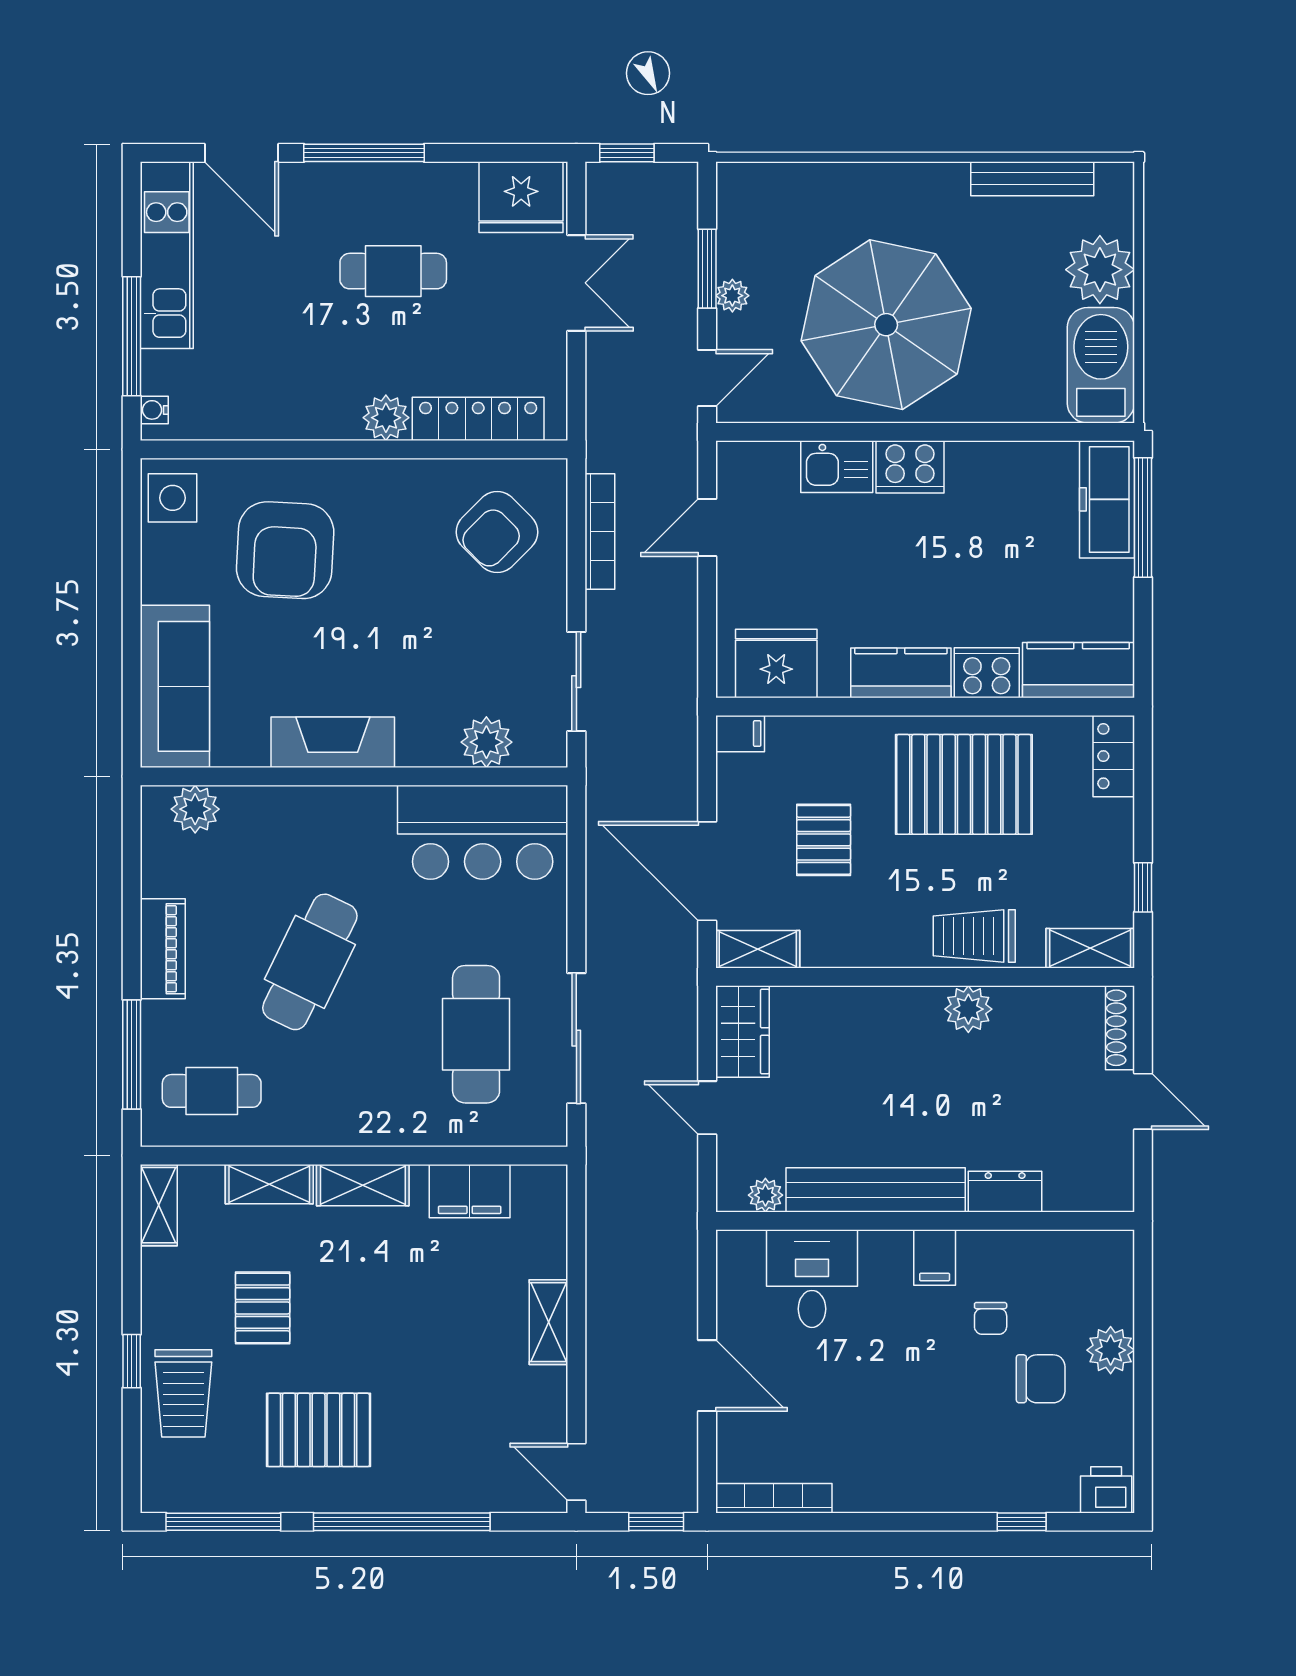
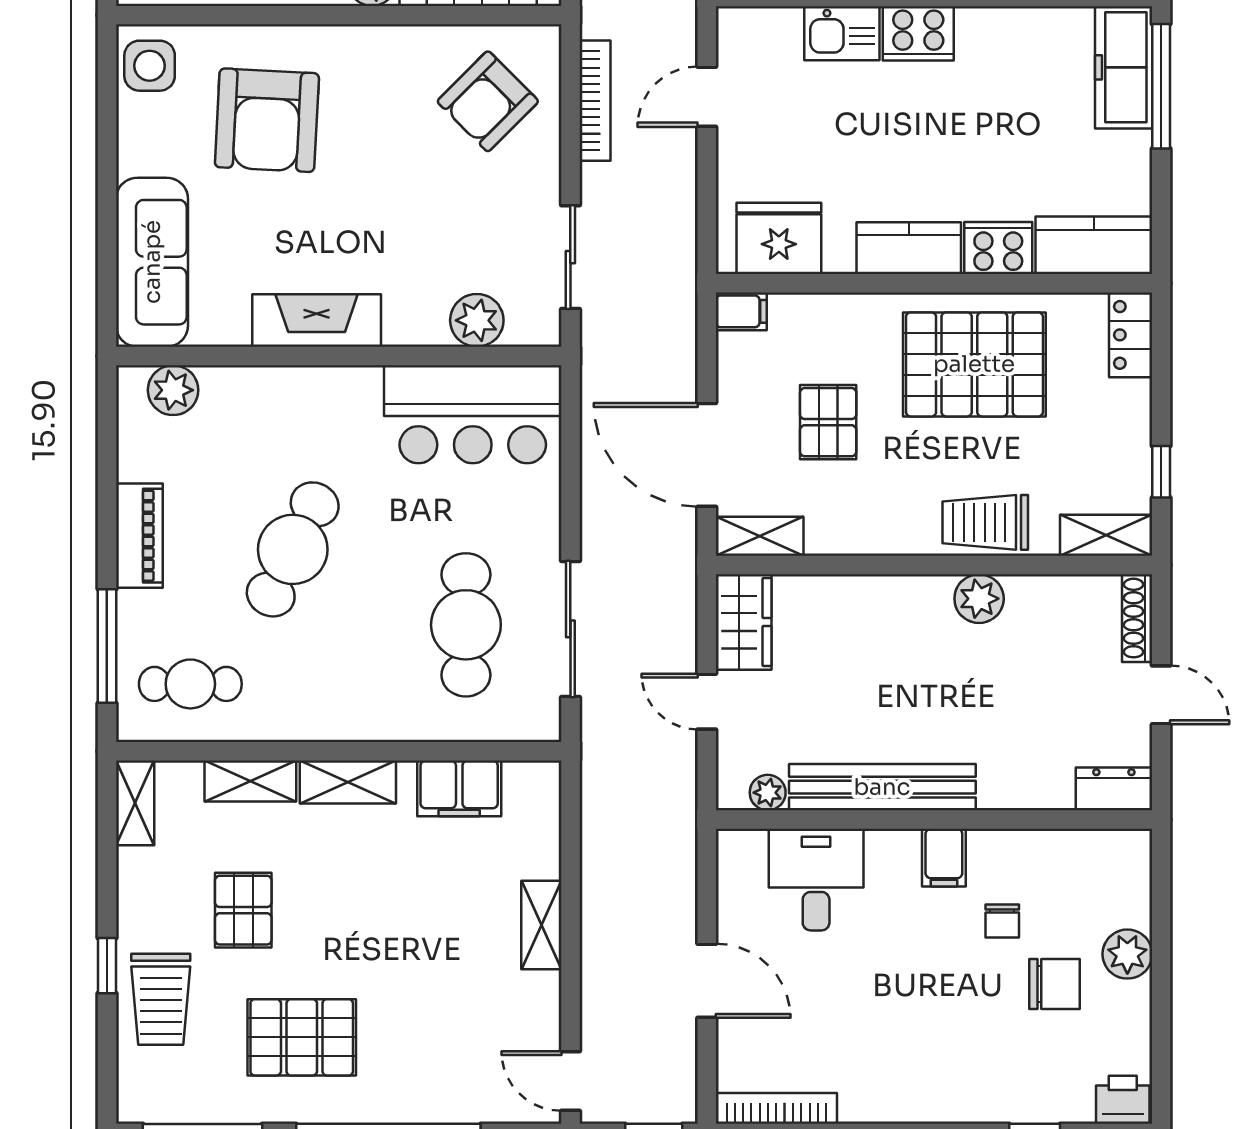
dresser: (1005, 1192) -> (1114, 789), moved

